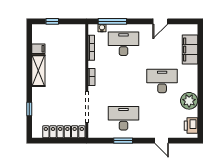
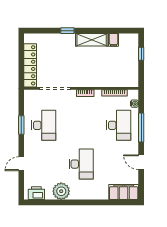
window: (112, 21) -> (141, 128), moved
filing cabinet: (190, 50) -> (124, 192), moved
window: (29, 109) -> (67, 31), moved

